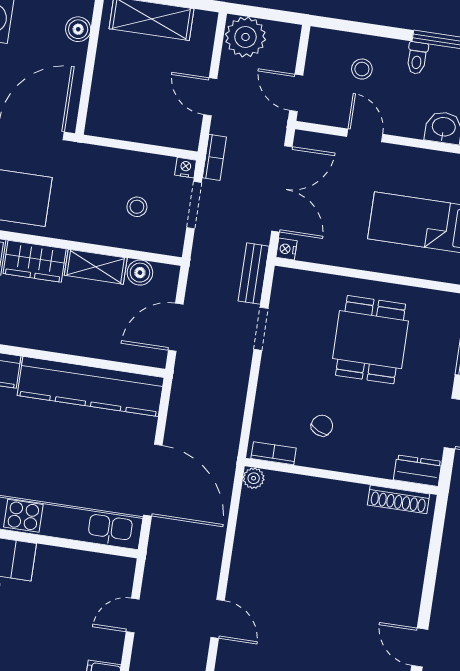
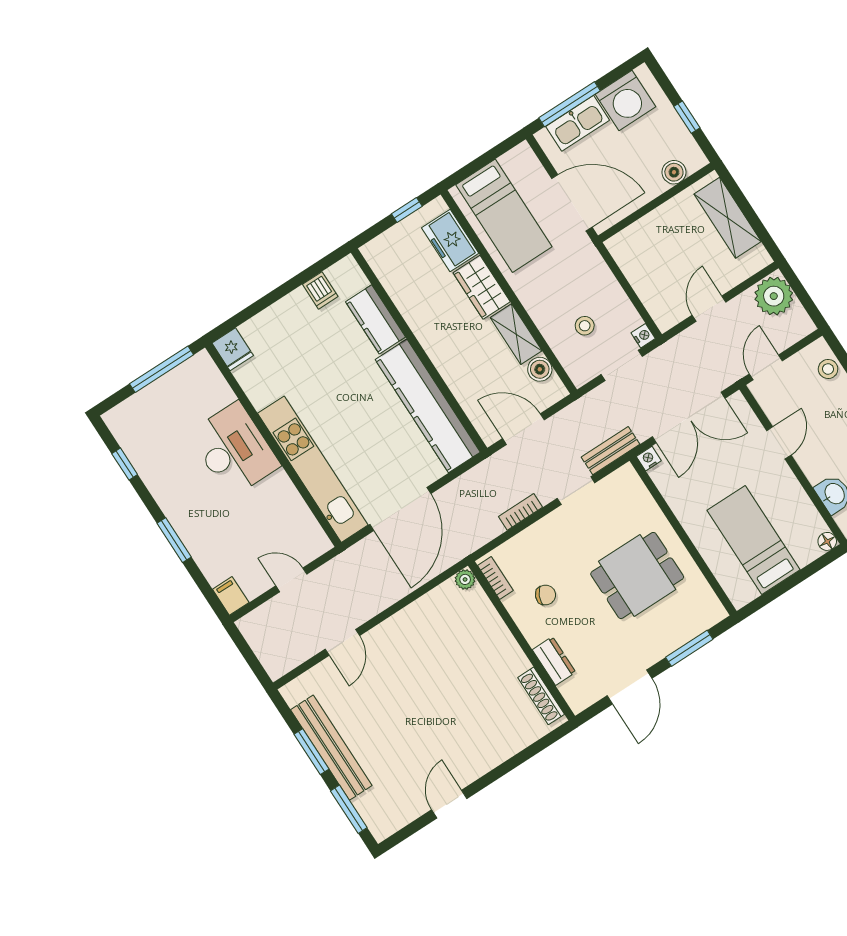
stool: (362, 69) -> (828, 369), moved
bookcase: (214, 157) -> (521, 512), moved, turned 180
dresser: (418, 471) -> (554, 661), moved

